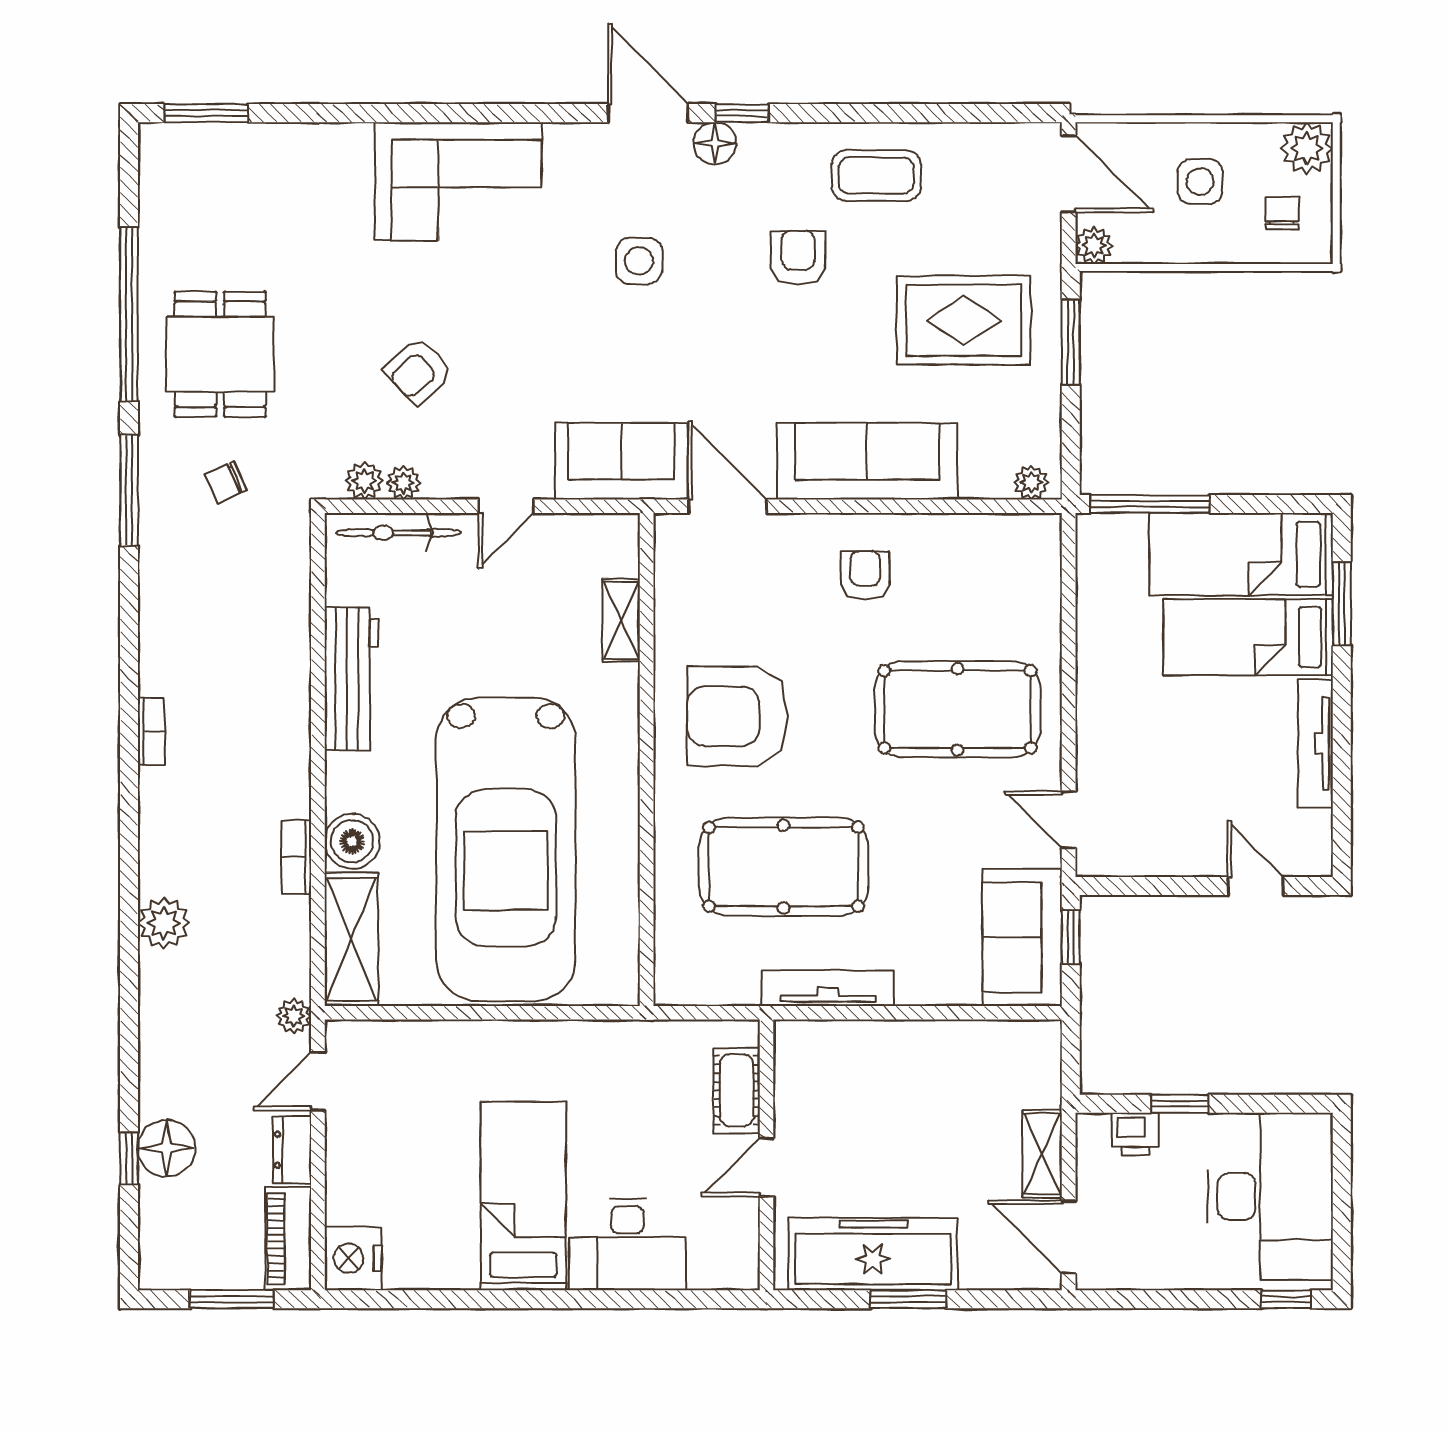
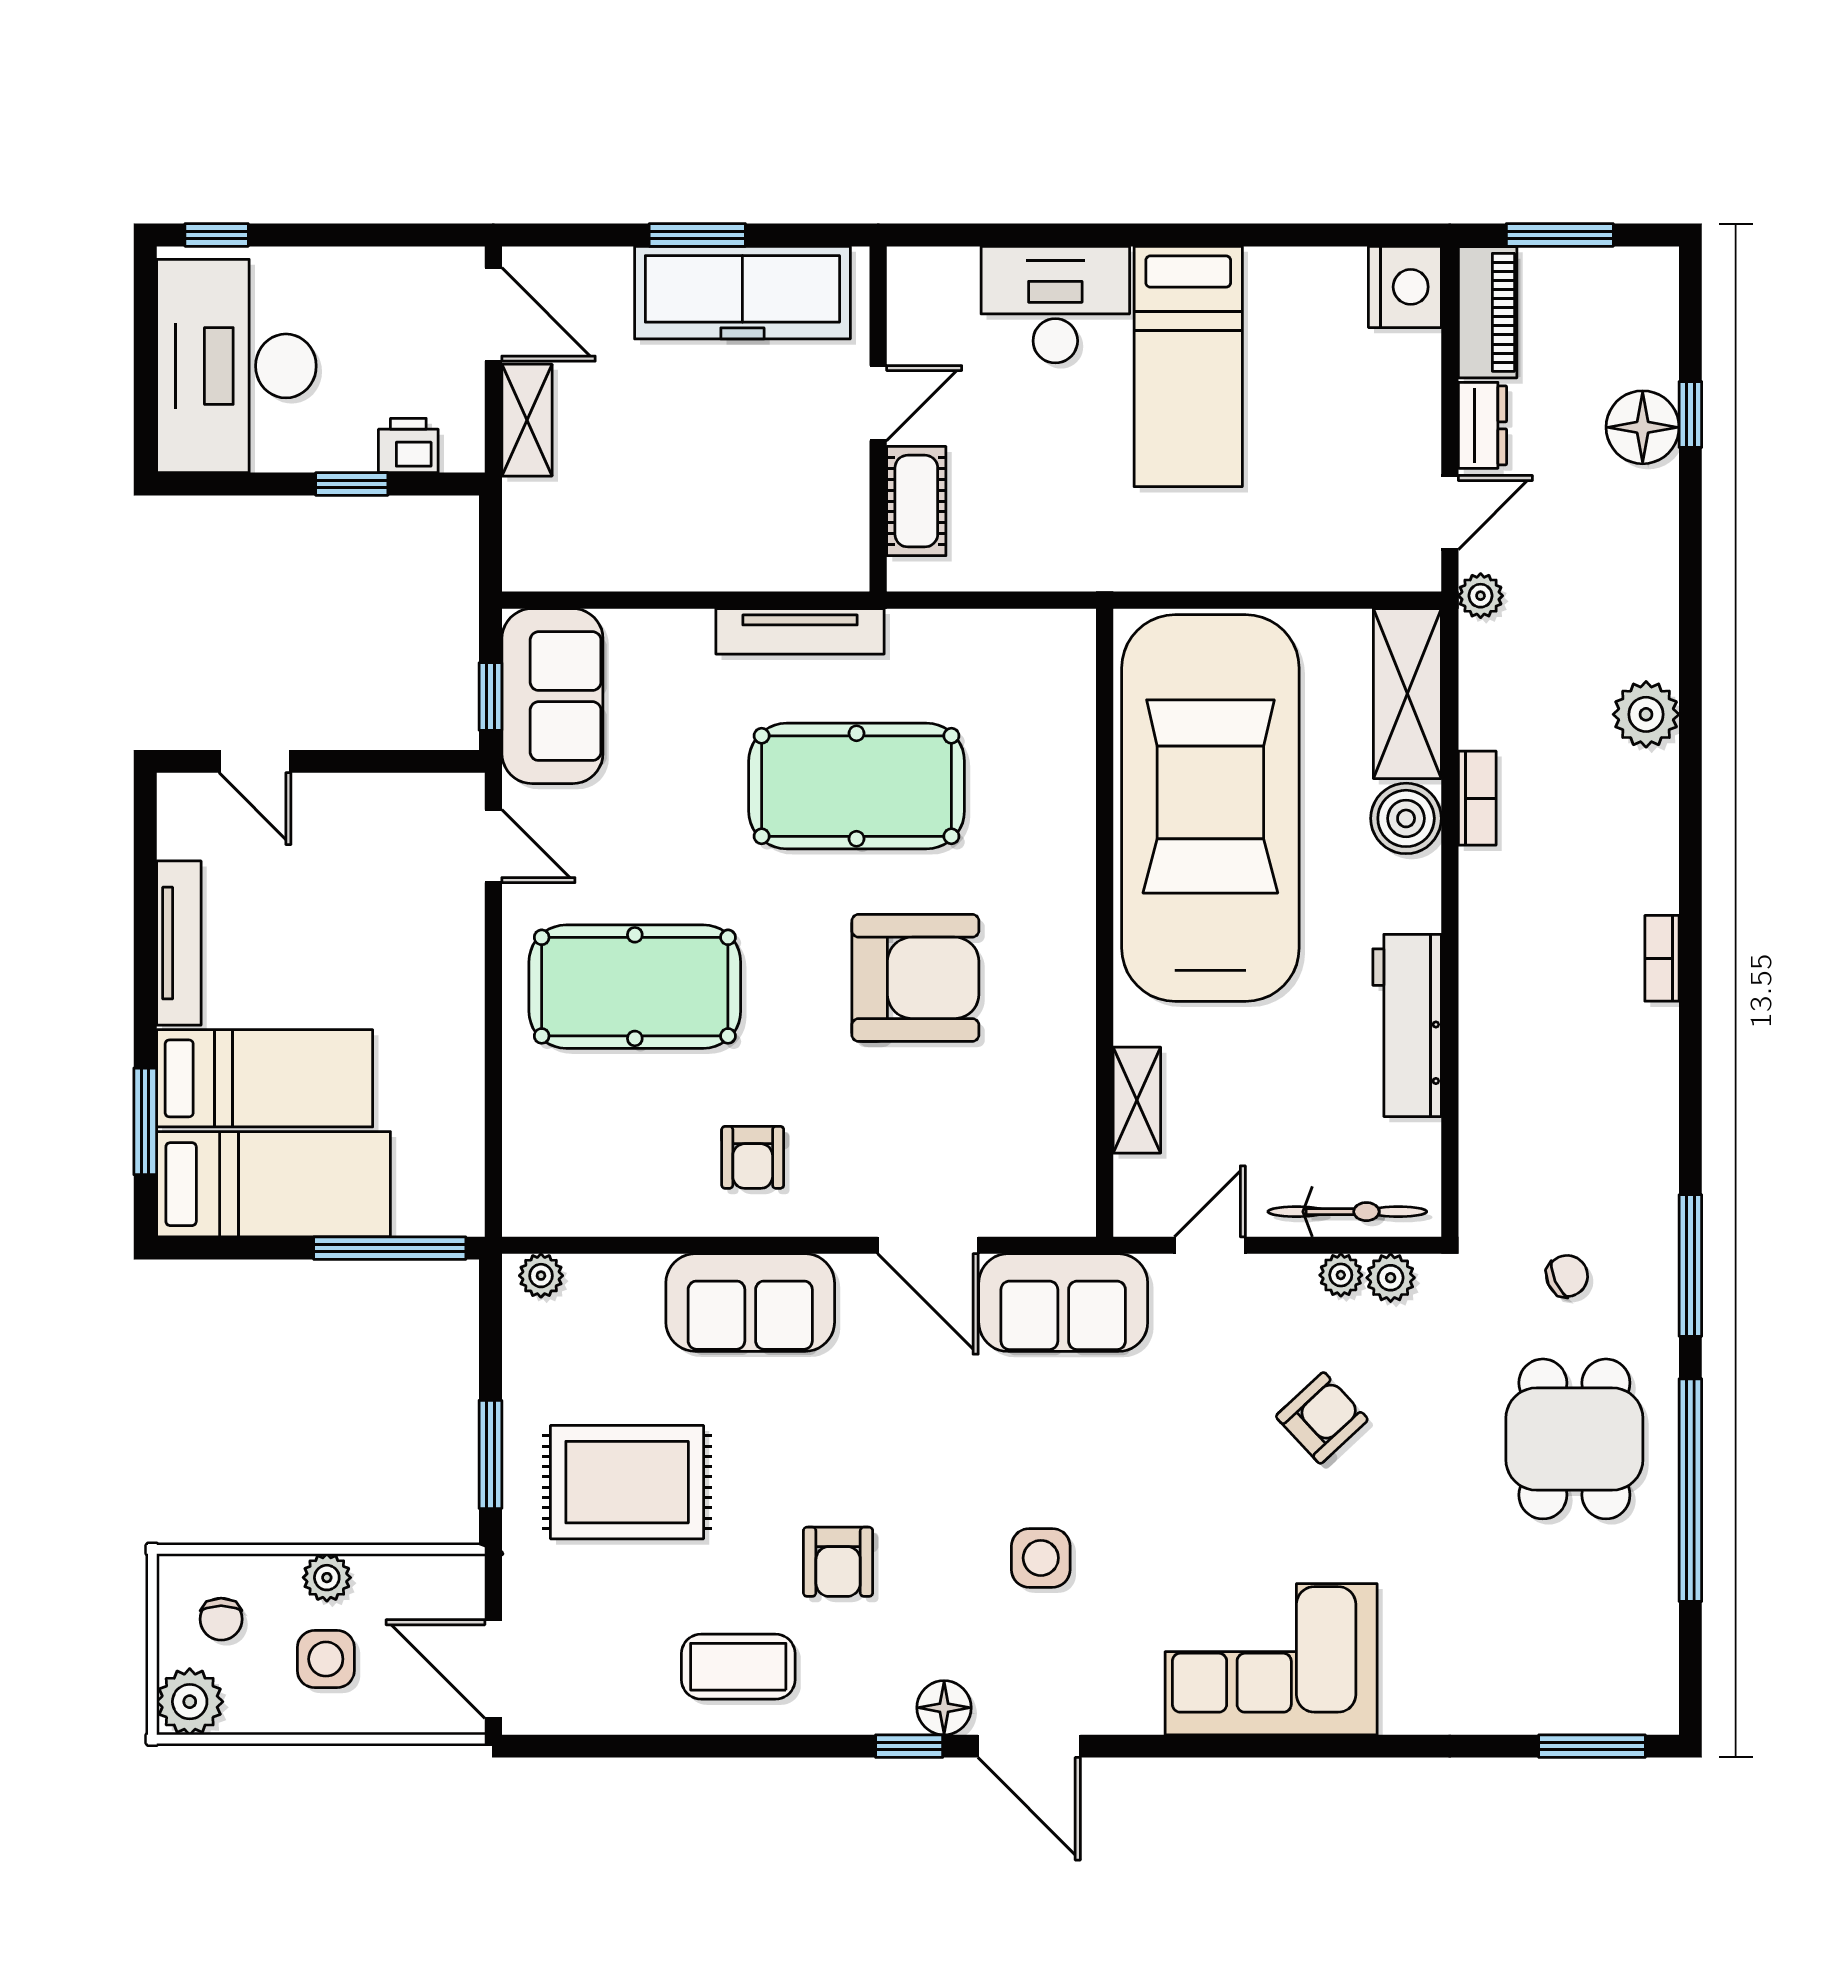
plant: (1094, 245) -> (327, 1578), moved
sofa: (867, 461) -> (750, 1303), width x0.73
shelving: (621, 620) -> (1137, 1100), moved
wall: (647, 759) -> (1105, 923), moved

